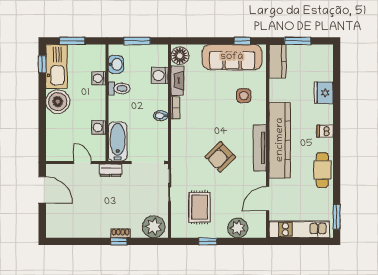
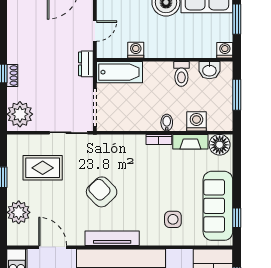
washing machine: (99, 78) -> (225, 50), moved
bidet: (161, 116) -> (167, 123), moved

